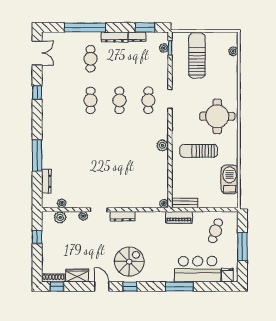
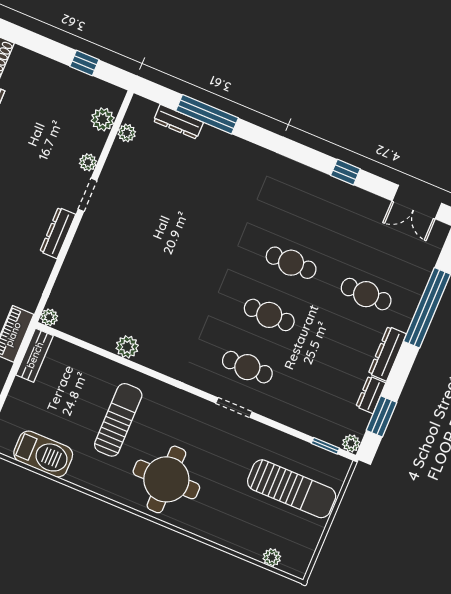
plant: (164, 48) -> (351, 443), moved
plant: (162, 145) -> (127, 347), moved
window: (37, 155) -> (207, 114), moved

